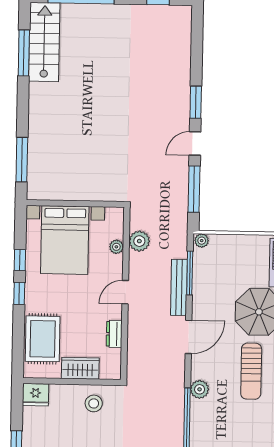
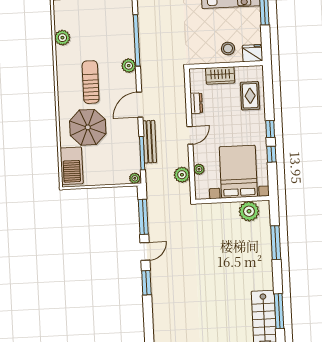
window: (22, 160) -> (276, 243), moved
plant: (54, 187) -> (249, 211), added
rug: (43, 339) -> (250, 96), width x0.73, depth x0.70
stool: (94, 403) -> (228, 49), moved

